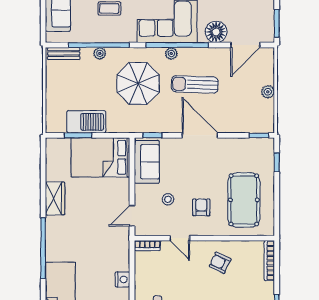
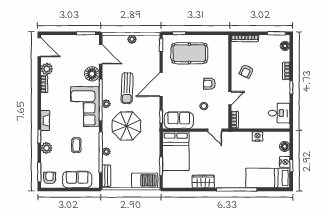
barbecue: (86, 122) -> (145, 180), moved, turned 90
pool table: (244, 200) -> (189, 53), moved

